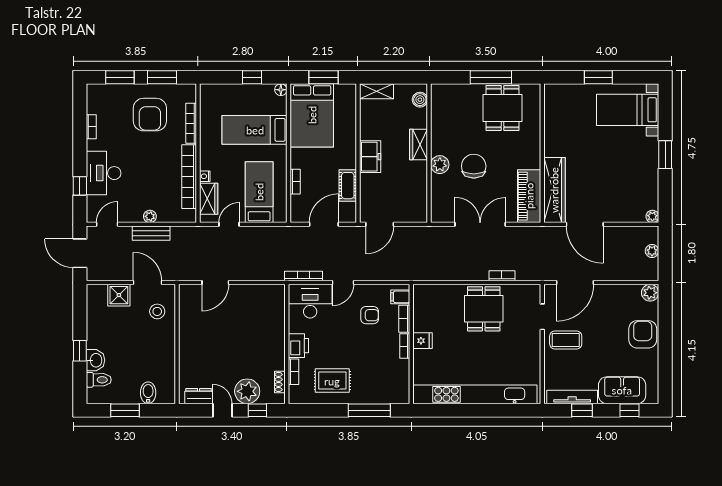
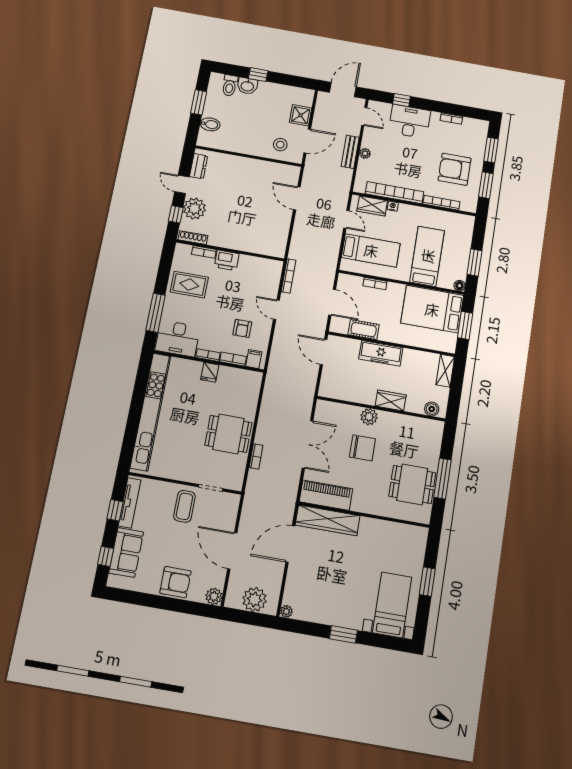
window: (252, 77) -> (474, 262), width x1.50
freezer: (370, 157) -> (381, 353), width x1.40
plant: (652, 251) -> (254, 599), width x1.87, depth x1.87
door: (575, 283) -> (232, 551), moved
desk: (310, 301) -> (178, 338), moved, turned 90
rug: (332, 381) -> (189, 285), turned 90
shoe rack: (280, 382) -> (193, 238), width x1.43
door: (222, 410) -> (182, 184), swing flipped

